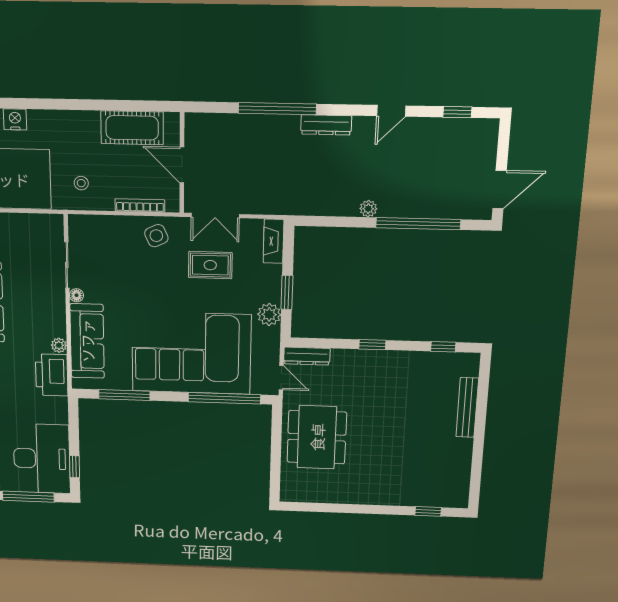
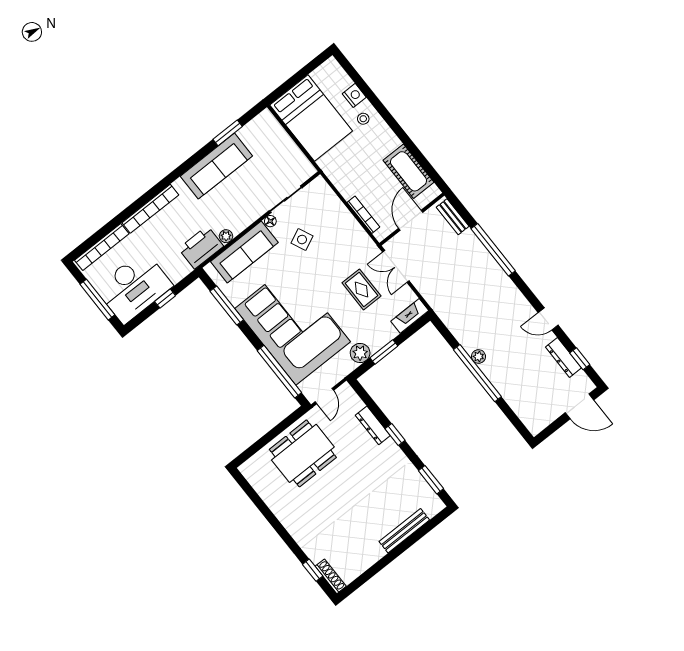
bench: (212, 121) -> (453, 217), added
dresser: (326, 125) -> (563, 357), moved
stool: (81, 183) -> (363, 119), moved
door: (500, 189) -> (579, 406), moved
window: (418, 224) -> (477, 373), moved
side table: (156, 236) -> (302, 240), moved
window: (443, 347) -> (431, 480), width x1.50
dresser: (307, 356) -> (373, 425), moved
window: (75, 467) -> (165, 299), moved
shoe rack: (448, 501) -> (331, 576), added

